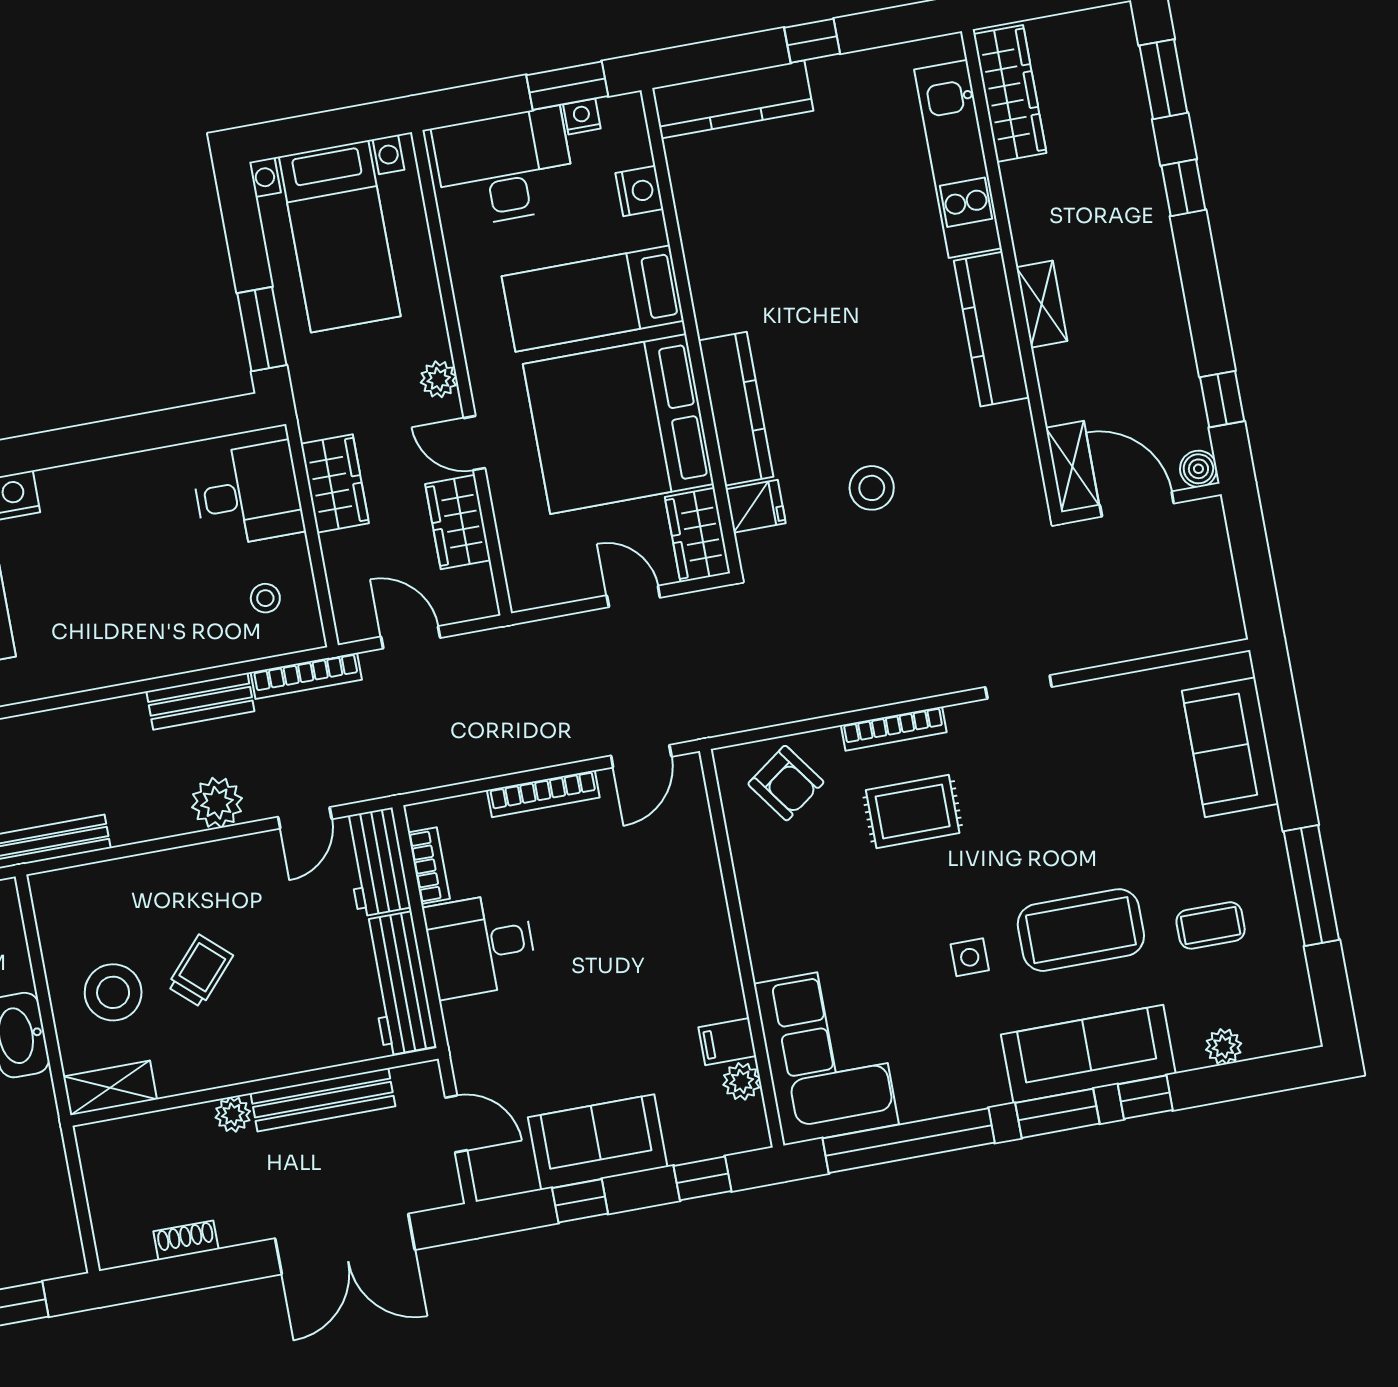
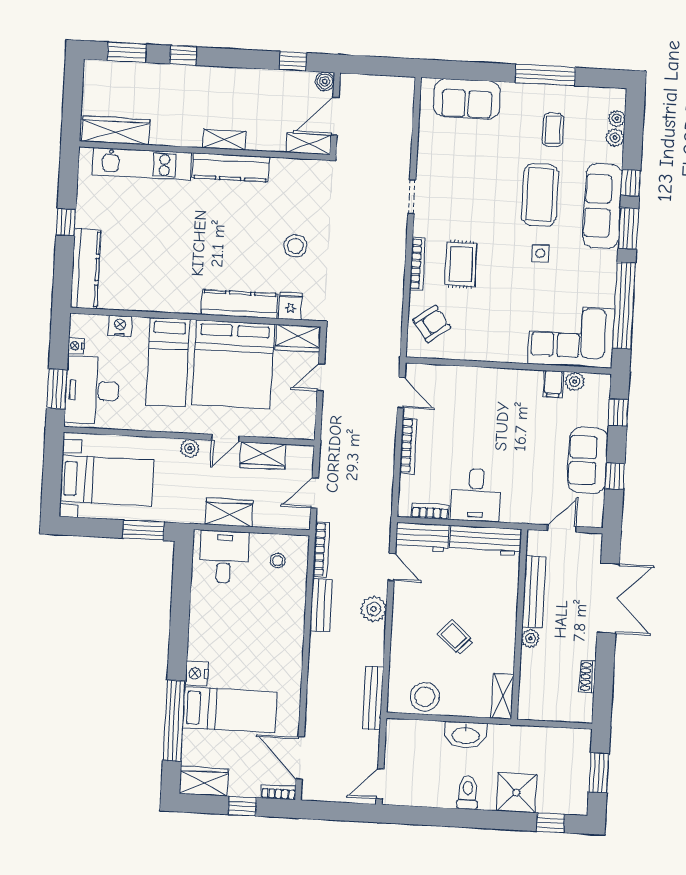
window: (567, 86) -> (57, 389), moved
stool: (113, 992) -> (425, 697), moved
plant: (1261, 1041) -> (617, 118), added

